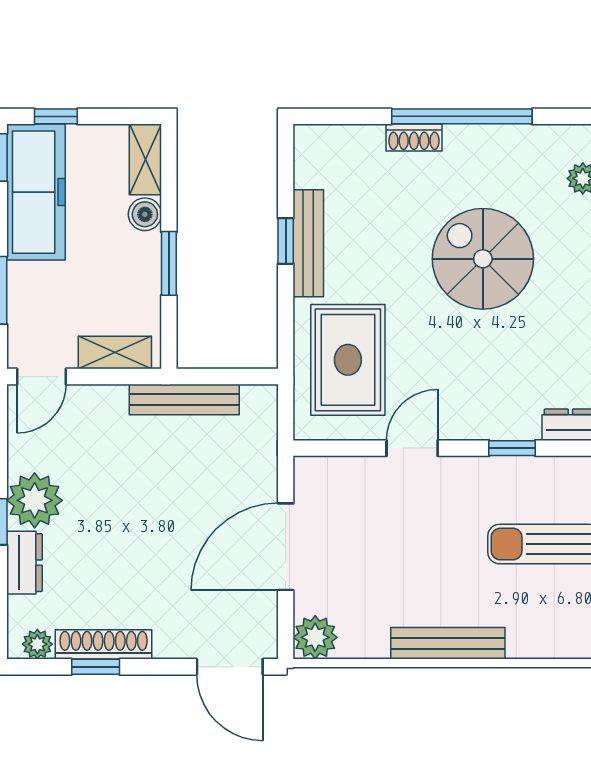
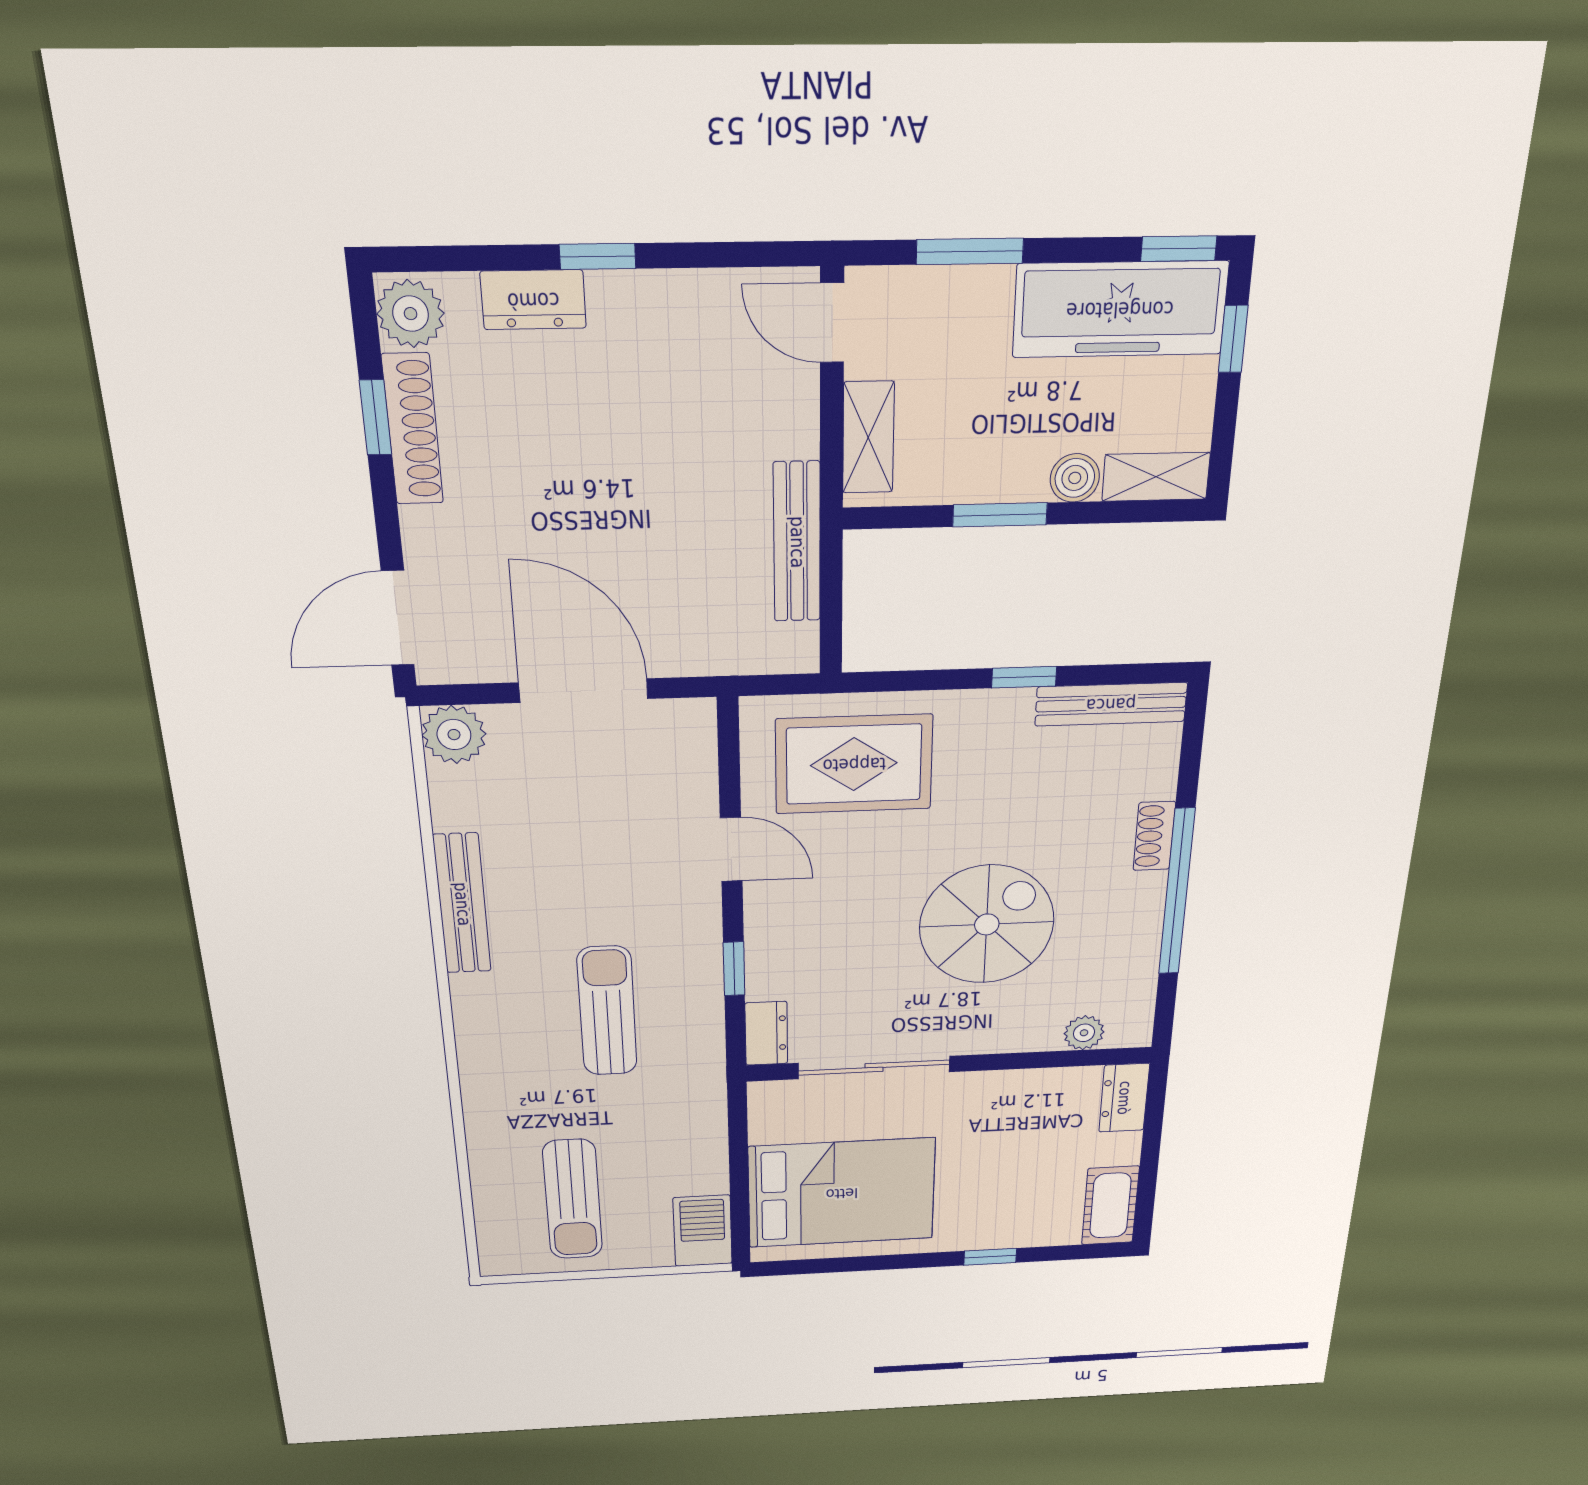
bench: (308, 243) -> (1111, 704), moved
plant: (35, 500) -> (635, 315), removed
plant: (37, 644) -> (411, 314), width x1.38, depth x1.38

